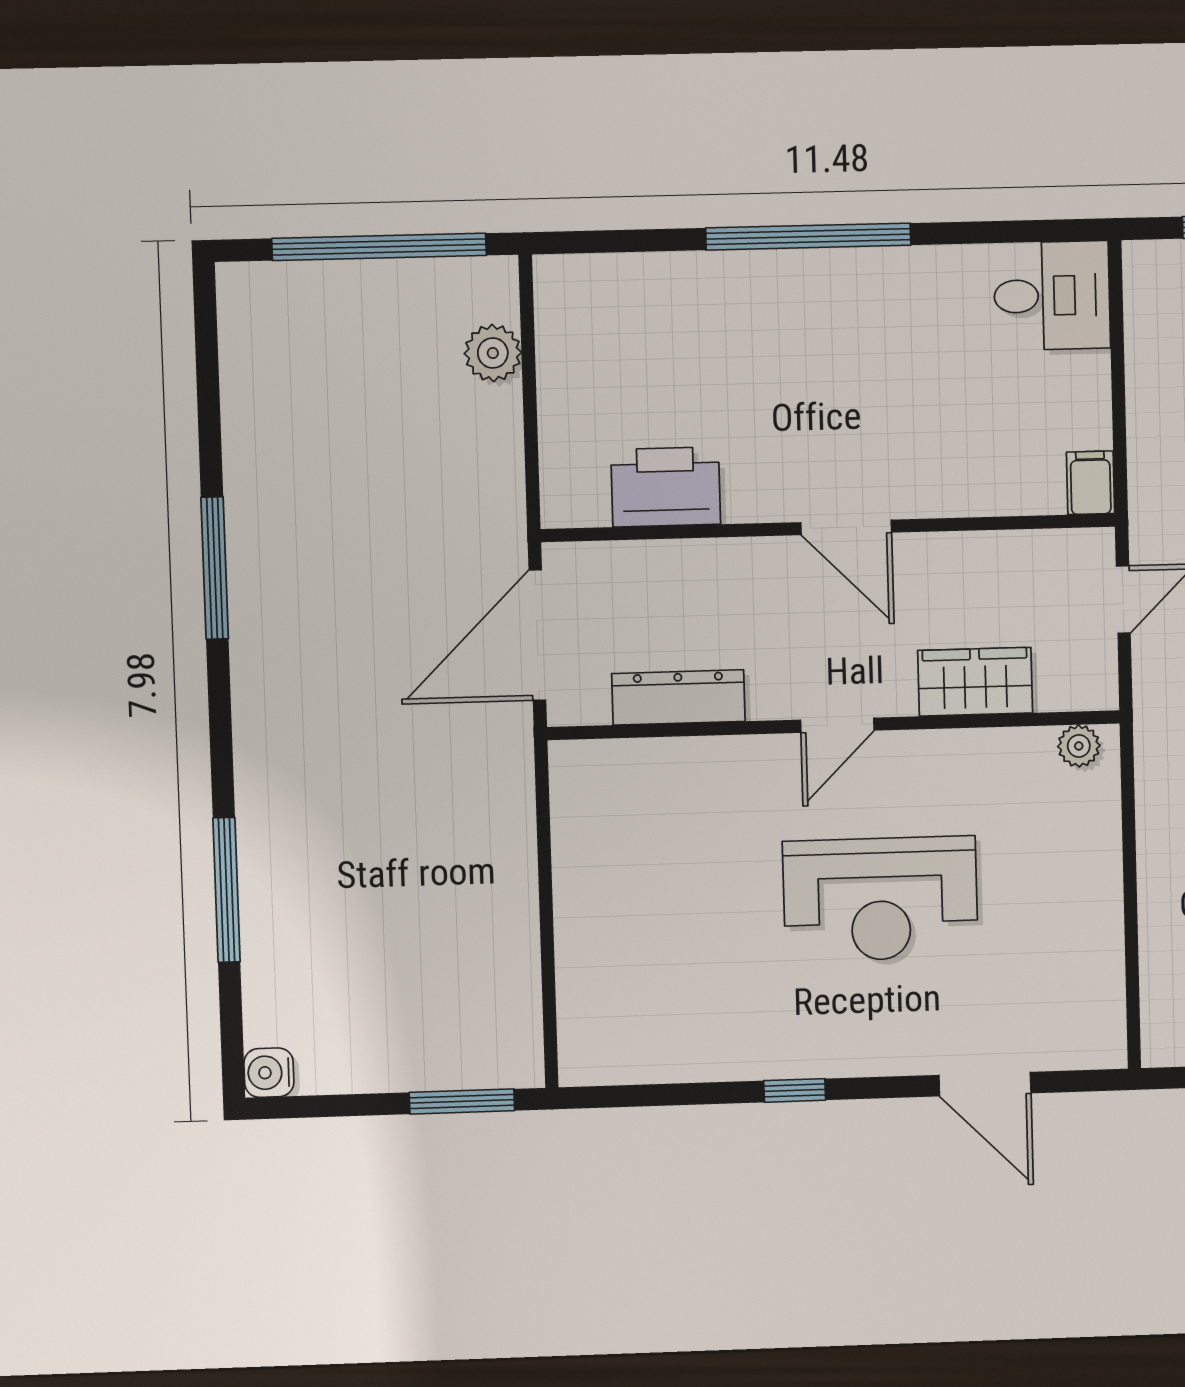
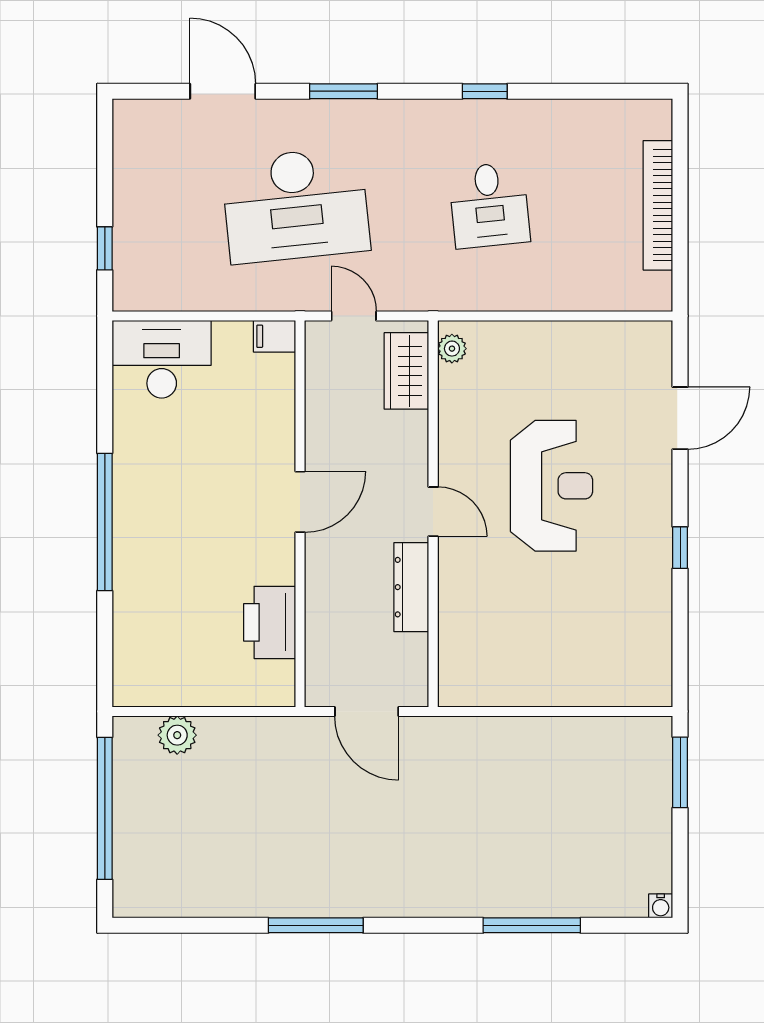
desk: (1052, 296) -> (162, 359), width x1.37
door: (537, 635) -> (367, 711), width x0.73
wardrobe: (975, 682) -> (406, 371), moved
dresser: (678, 697) -> (411, 587), moved
water cooler: (269, 1073) -> (661, 906), width x0.72, depth x0.72

